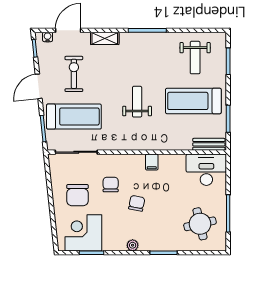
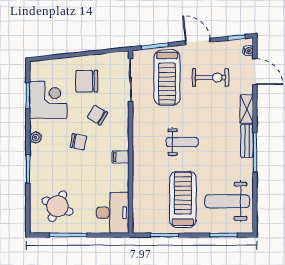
weight bench: (195, 58) -> (227, 201), width x1.36, depth x1.33
bench: (209, 144) -> (247, 141), moved
chair: (111, 185) -> (98, 115), turned -149
round table: (200, 224) -> (57, 206), turned 38
corner desk: (83, 233) -> (48, 100), moved

